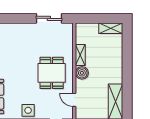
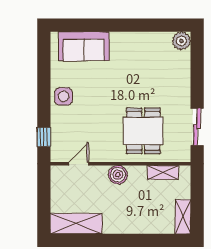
shelving: (80, 55) -> (163, 172), moved
dining table: (52, 73) -> (143, 131), moved, turned 90

